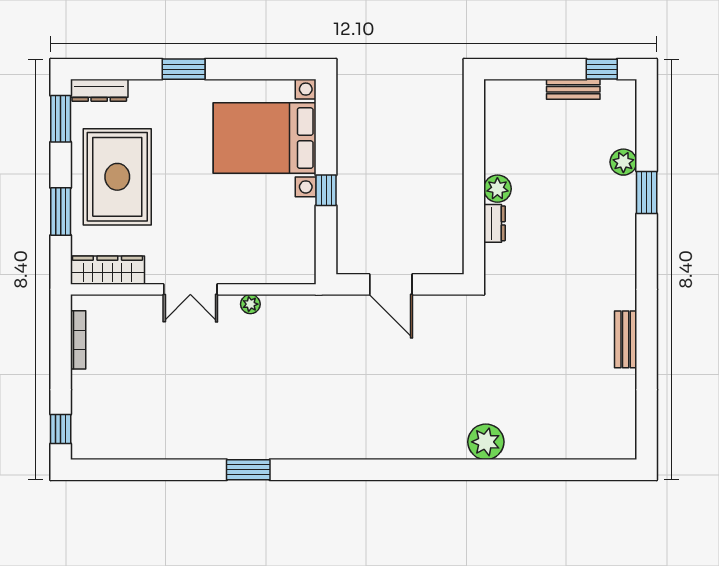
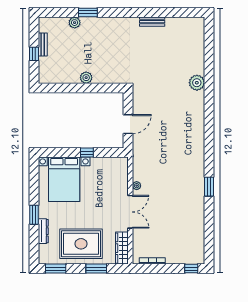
window: (602, 69) -> (34, 54), moved
dresser: (99, 90) -> (43, 231), moved
dresser: (494, 223) -> (101, 79), removed
double door: (190, 289) -> (130, 212), width x1.37

